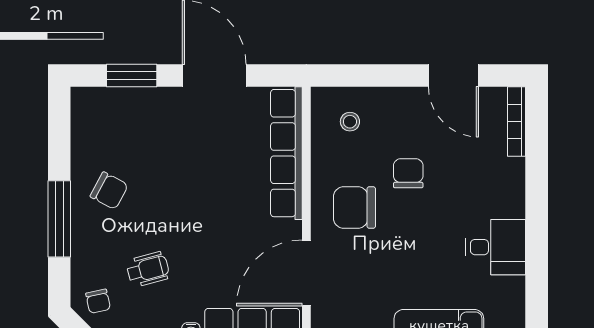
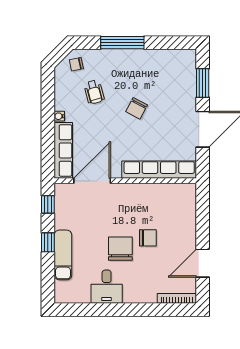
stool: (350, 122) -> (177, 205), removed
chair: (109, 191) -> (137, 108), moved
chair: (355, 208) -> (120, 249), moved
door: (306, 273) -> (92, 181), hinge flipped

